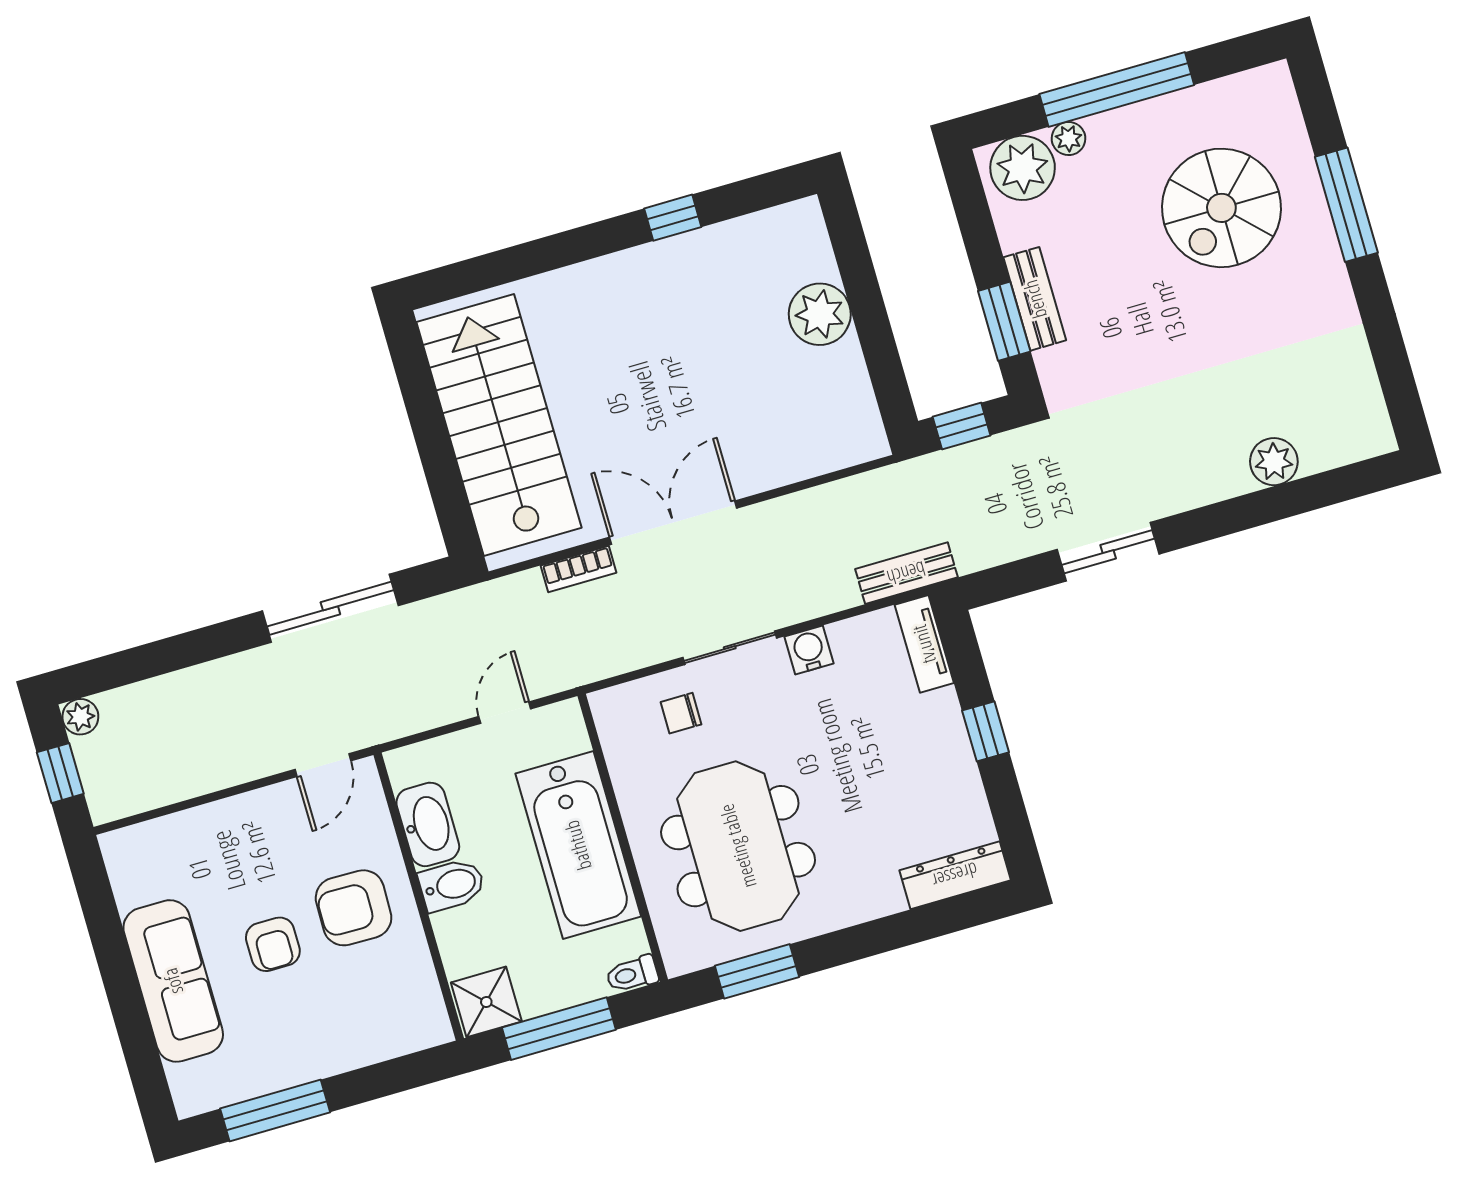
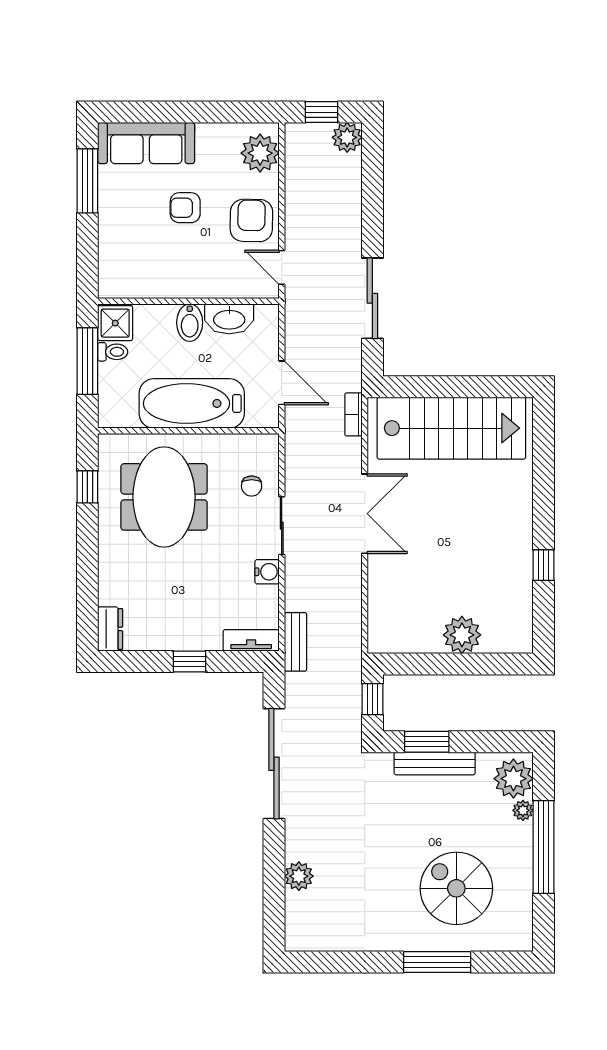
bench: (1035, 299) -> (435, 764), width x1.36
sliding door: (1108, 552) -> (274, 764), width x1.86
bookcase: (578, 569) -> (353, 414), moved
door: (505, 713) -> (282, 383), width x1.38
chair: (681, 713) -> (252, 486), turned 180
plant: (80, 717) -> (347, 137), width x1.38, depth x1.38
meeting table: (738, 846) -> (164, 497), turned 90
plant: (153, 851) -> (260, 153), added
dresser: (955, 875) -> (110, 629), width x0.70
armchair: (354, 908) -> (251, 220), moved
window: (757, 971) -> (87, 487), width x0.67
toilet: (632, 974) -> (113, 352), moved, turned 90
sofa: (173, 981) -> (146, 143), moved

